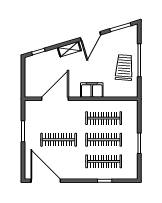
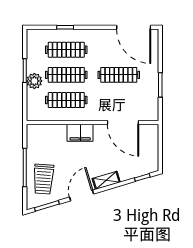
trolley: (124, 67) -> (43, 179), moved
door: (55, 99) -> (123, 123), hinge flipped
plant: (131, 135) -> (34, 81), added

